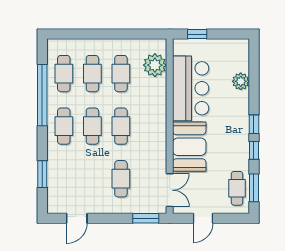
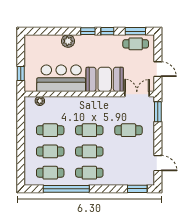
plant: (155, 65) -> (40, 101), width x0.53, depth x0.53
plant: (241, 81) -> (68, 41), moved
window: (42, 174) -> (137, 189), moved

